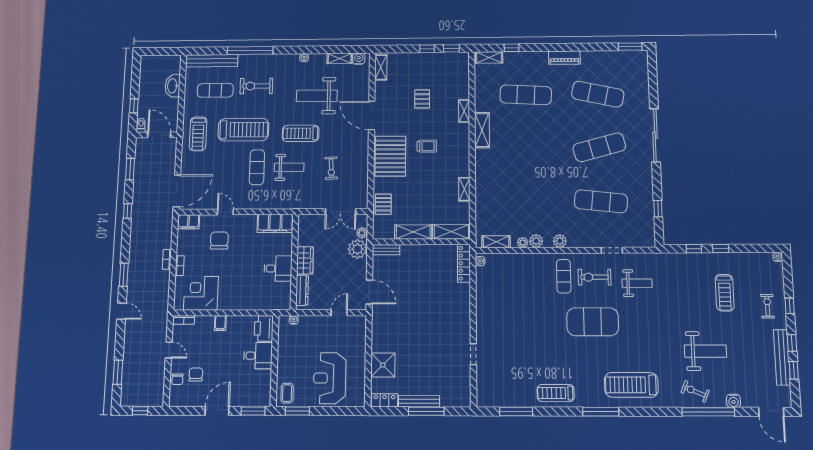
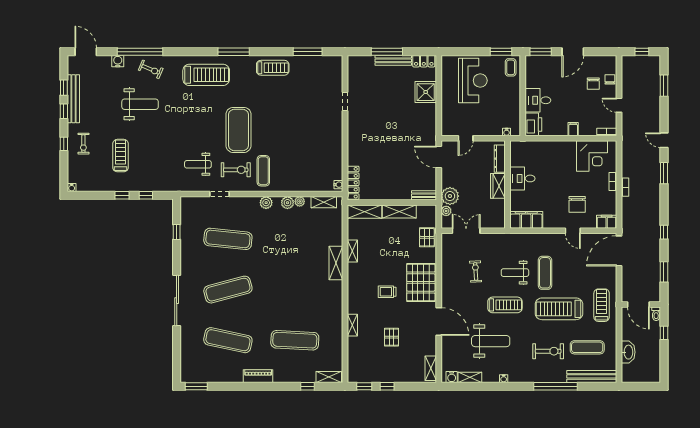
shelving: (482, 130) -> (336, 263), moved
exercise mat: (593, 322) -> (239, 130), turned 90
weight bench: (705, 351) -> (140, 104), turned 180

